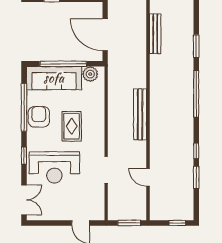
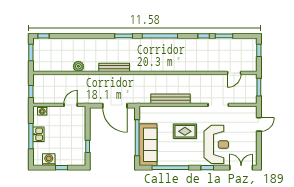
door: (105, 35) -> (115, 106), hinge flipped
plant: (90, 74) -> (145, 117), removed
bench: (140, 114) -> (170, 99), moved
armchair: (39, 117) -> (178, 156), removed
door: (148, 177) -> (234, 73), moved

